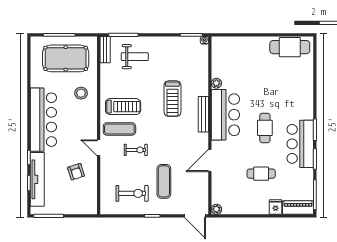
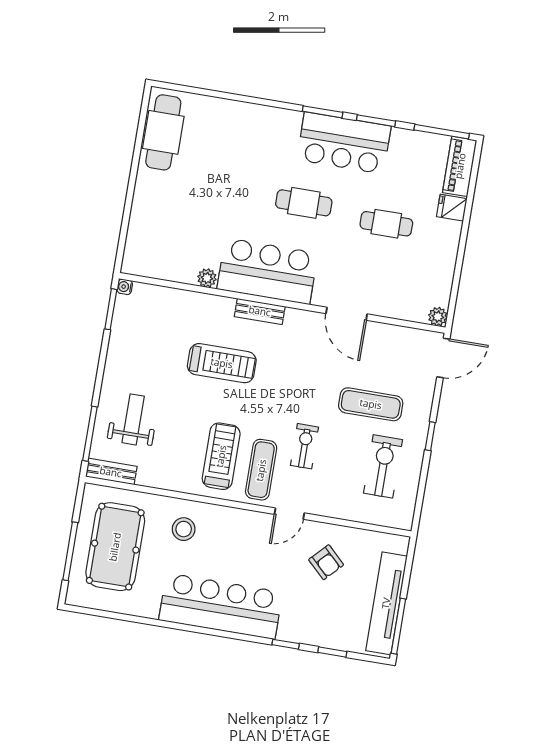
bench: (203, 114) -> (260, 311), width x0.73
armchair: (76, 172) -> (326, 562), turned 62
cafe table: (261, 174) -> (386, 224), turned 90
tv unit: (37, 179) -> (386, 603), moved, turned -90

